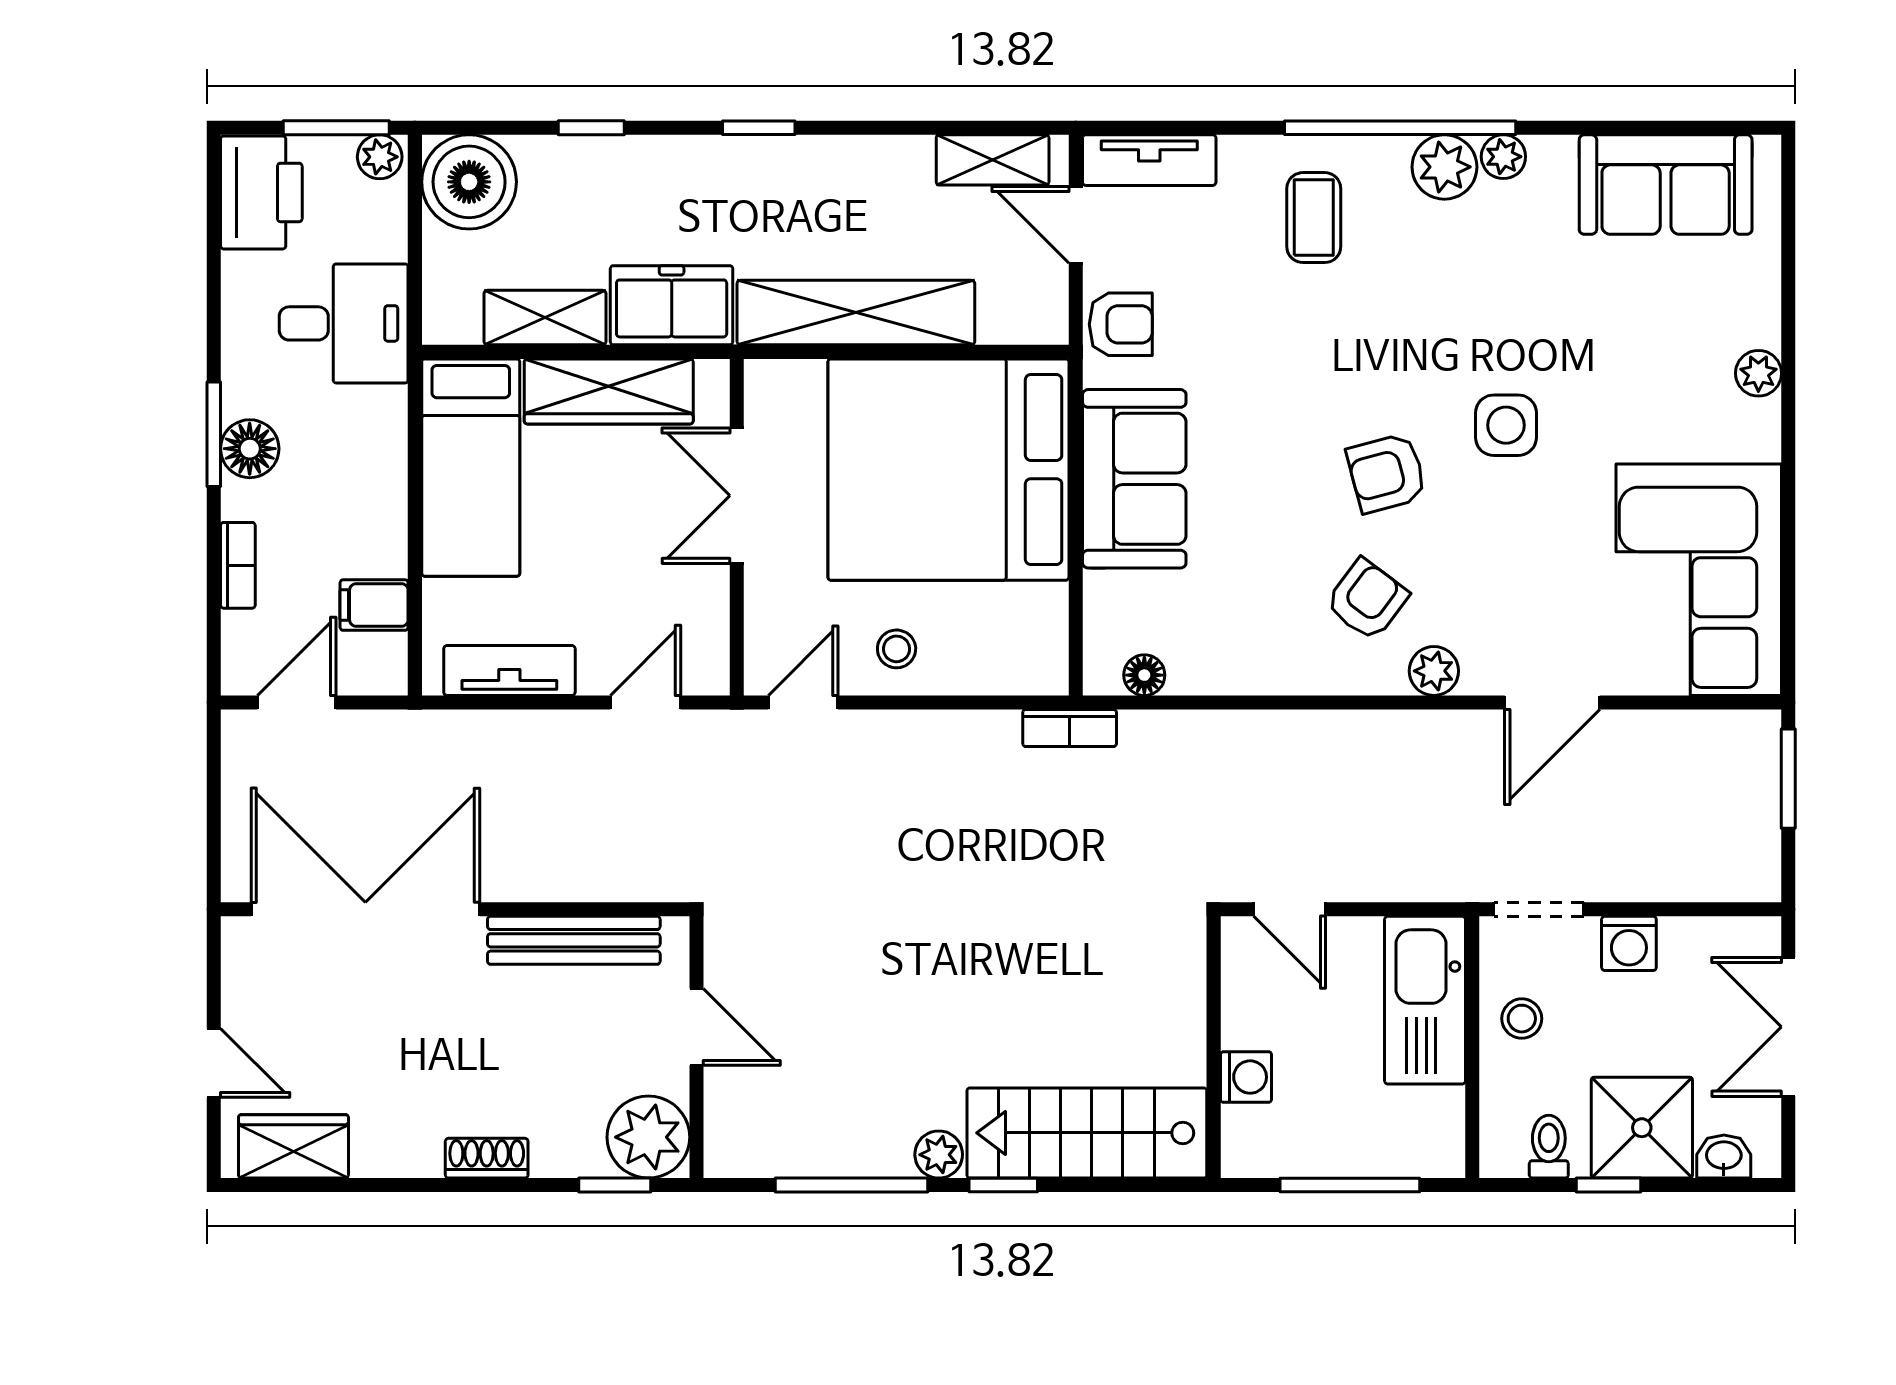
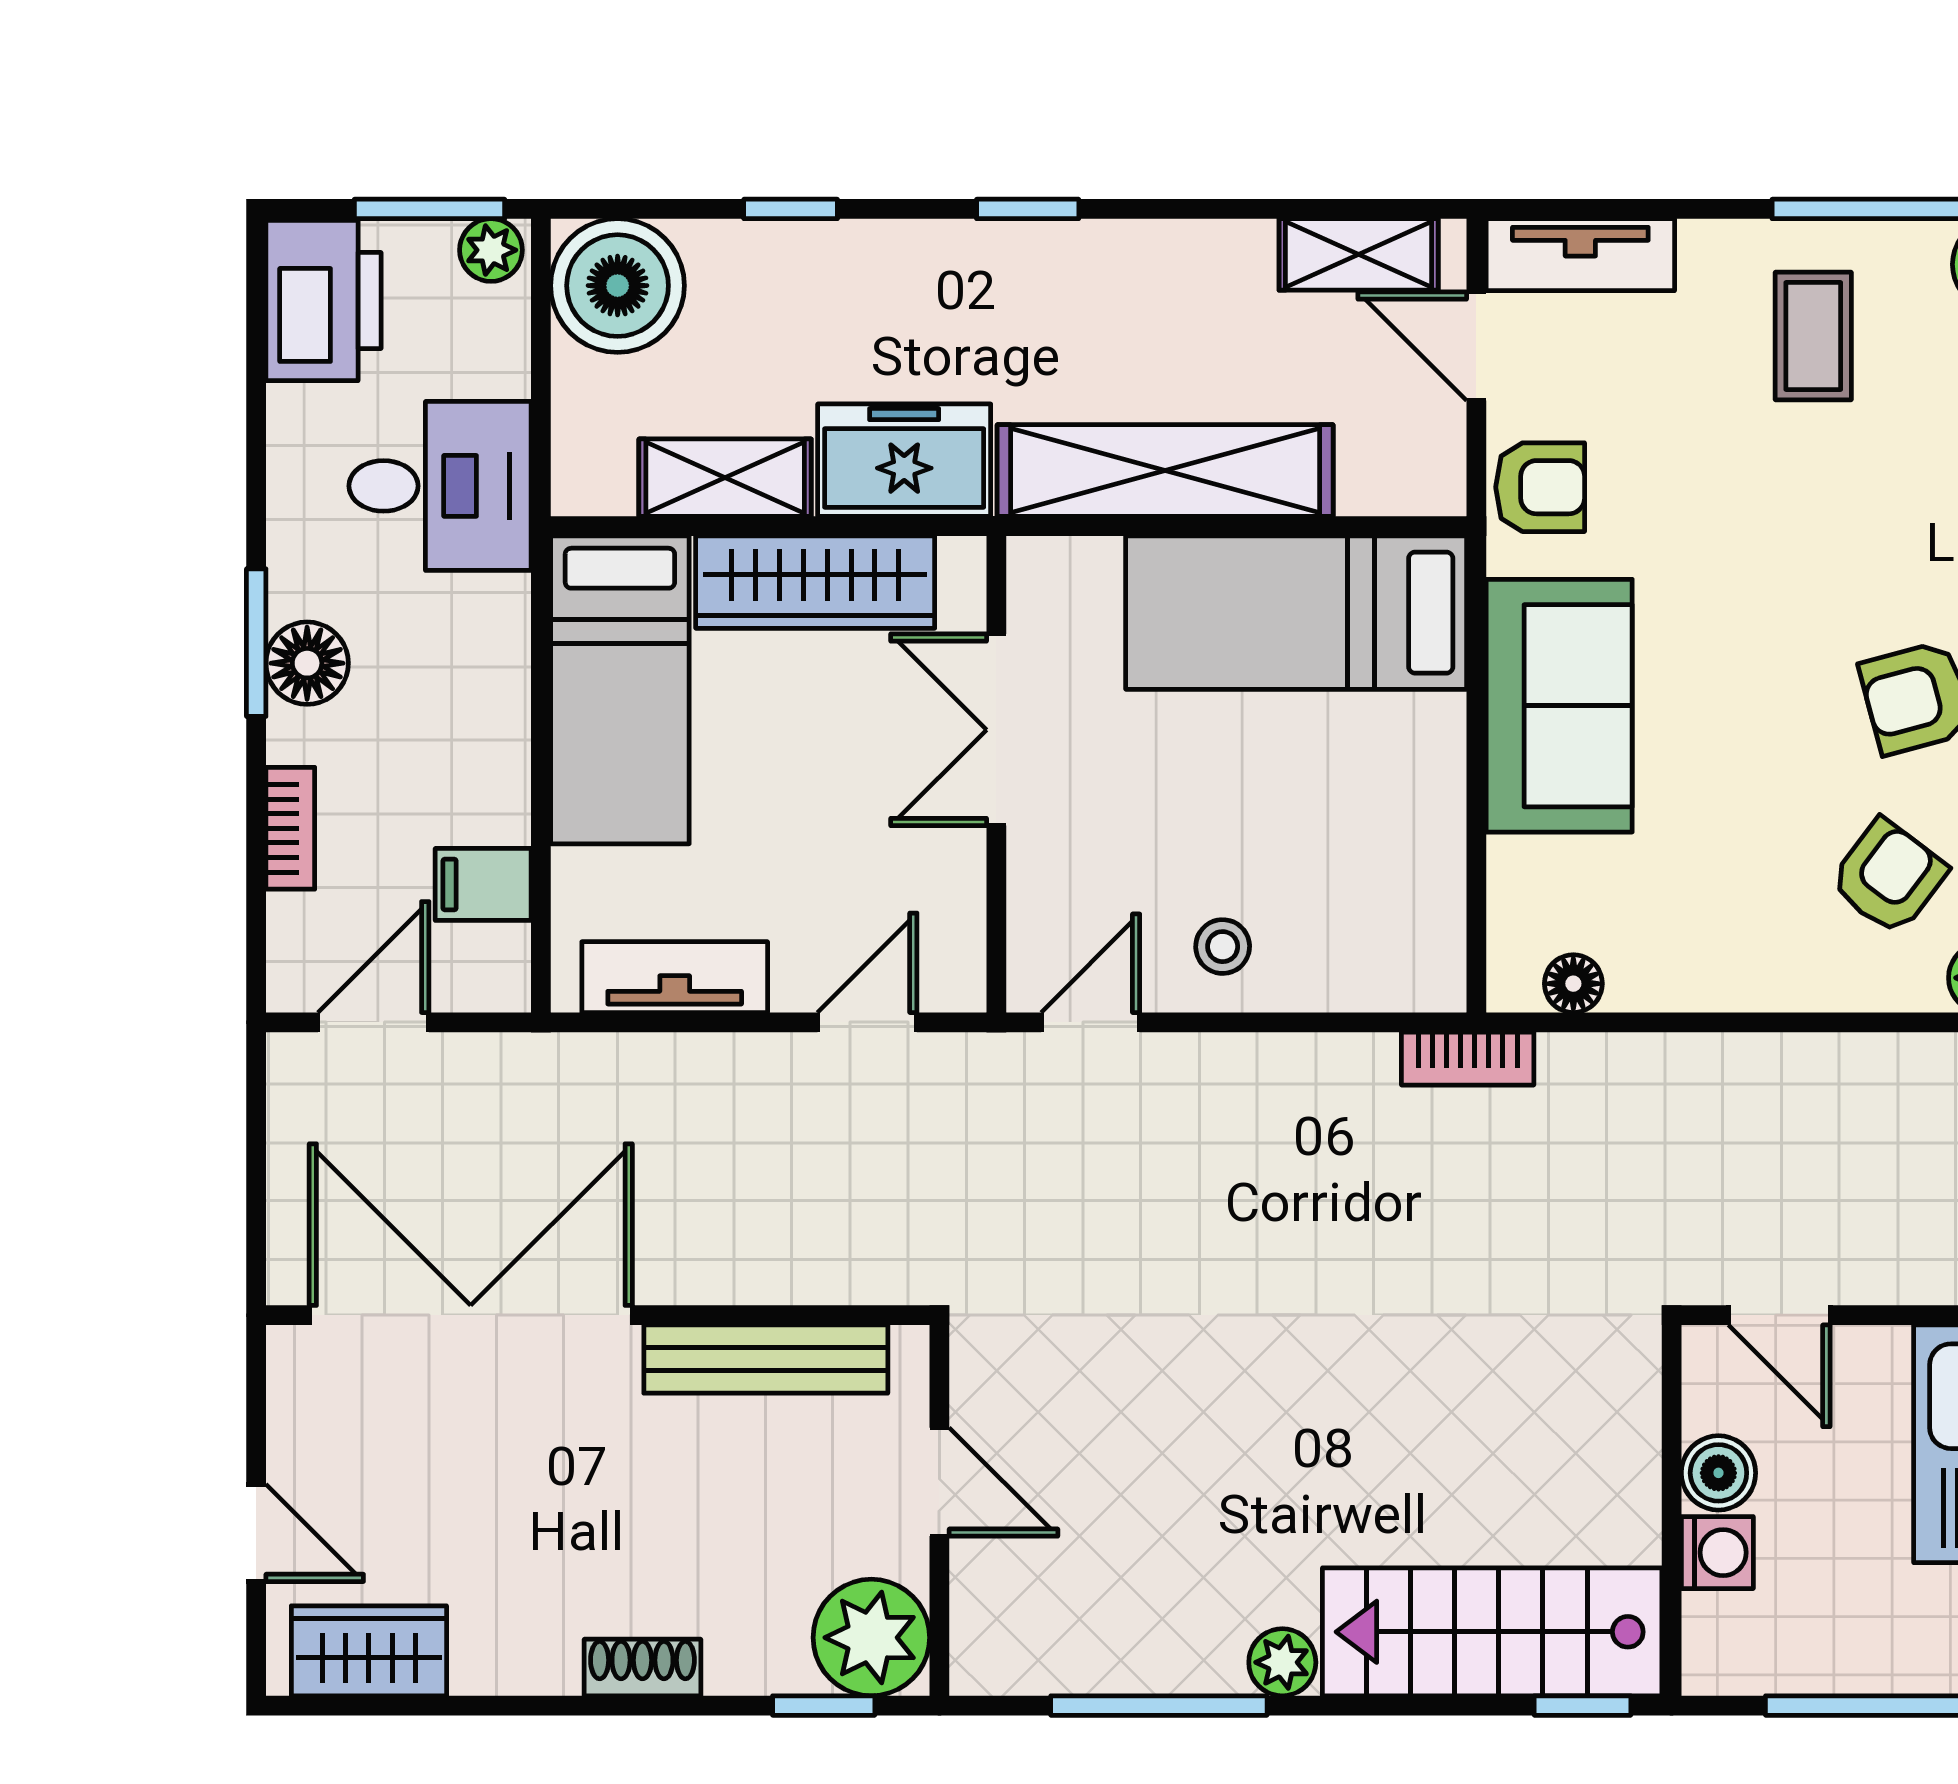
bed: (948, 470) -> (1296, 613), width x0.49
boiler: (1247, 1021) -> (1718, 1473), added
window: (1003, 1185) -> (1582, 1706), moved

